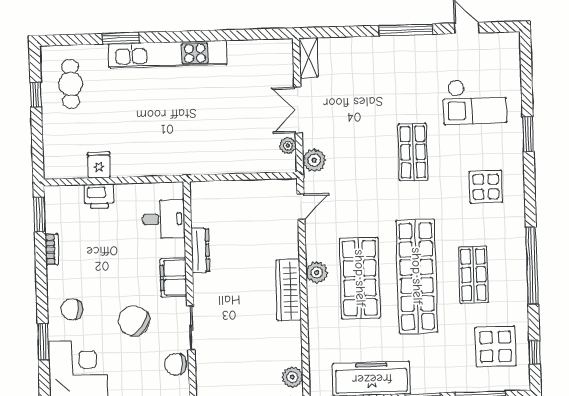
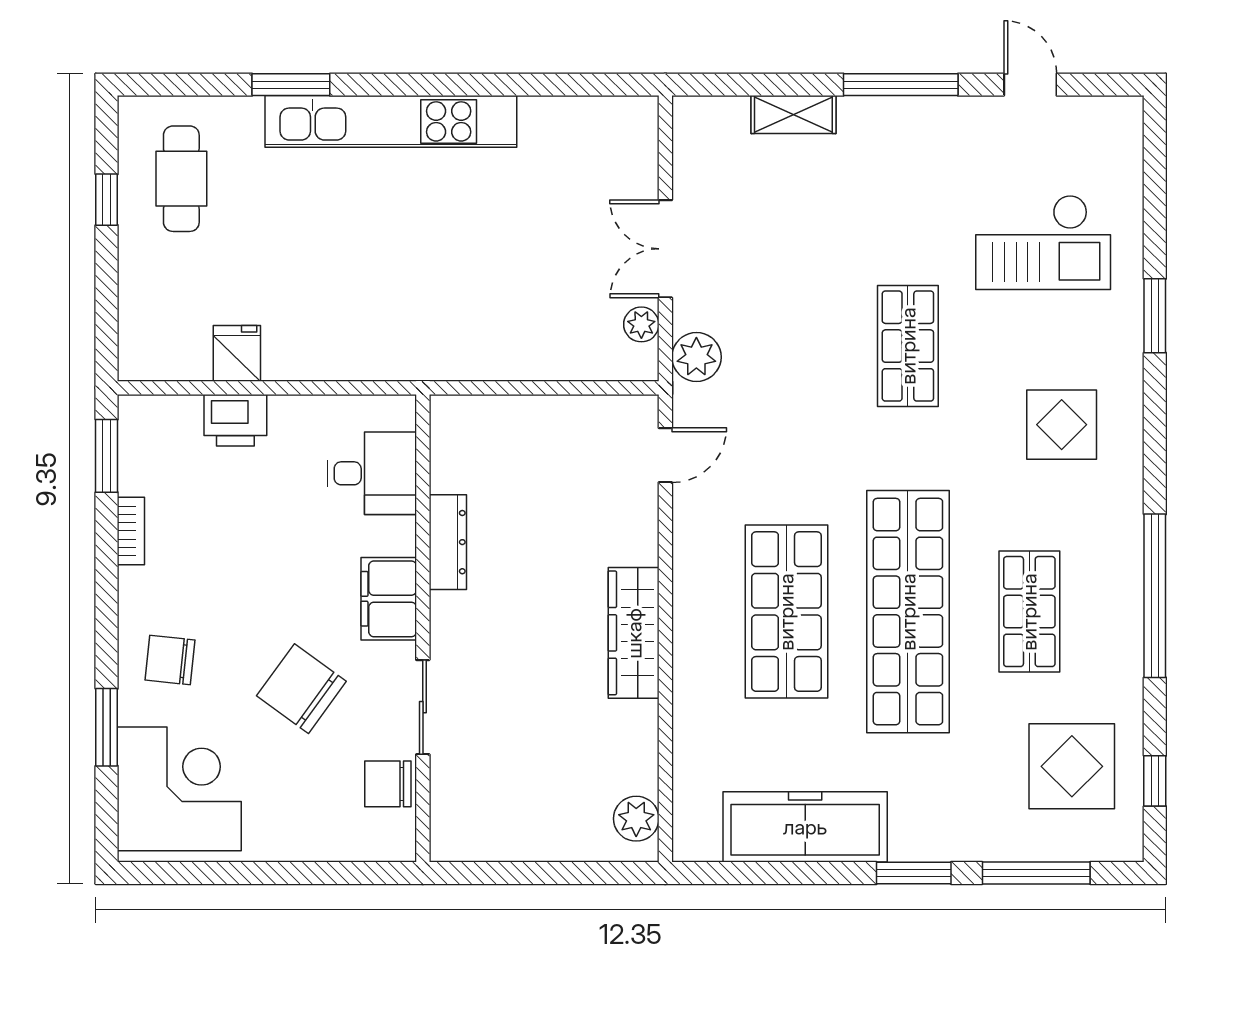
shelving: (308, 58) -> (793, 115), moved, turned 90
plant: (317, 273) -> (695, 597), removed

